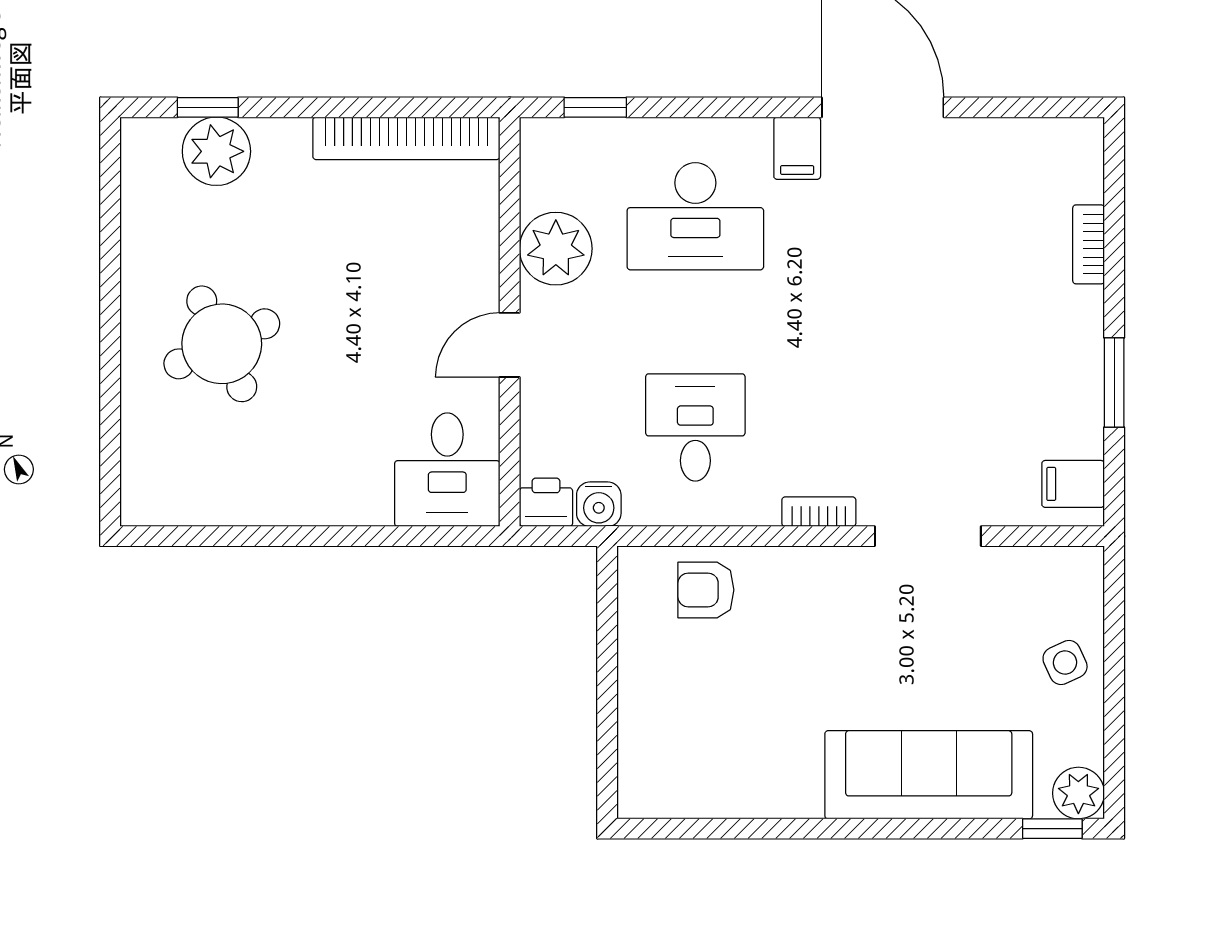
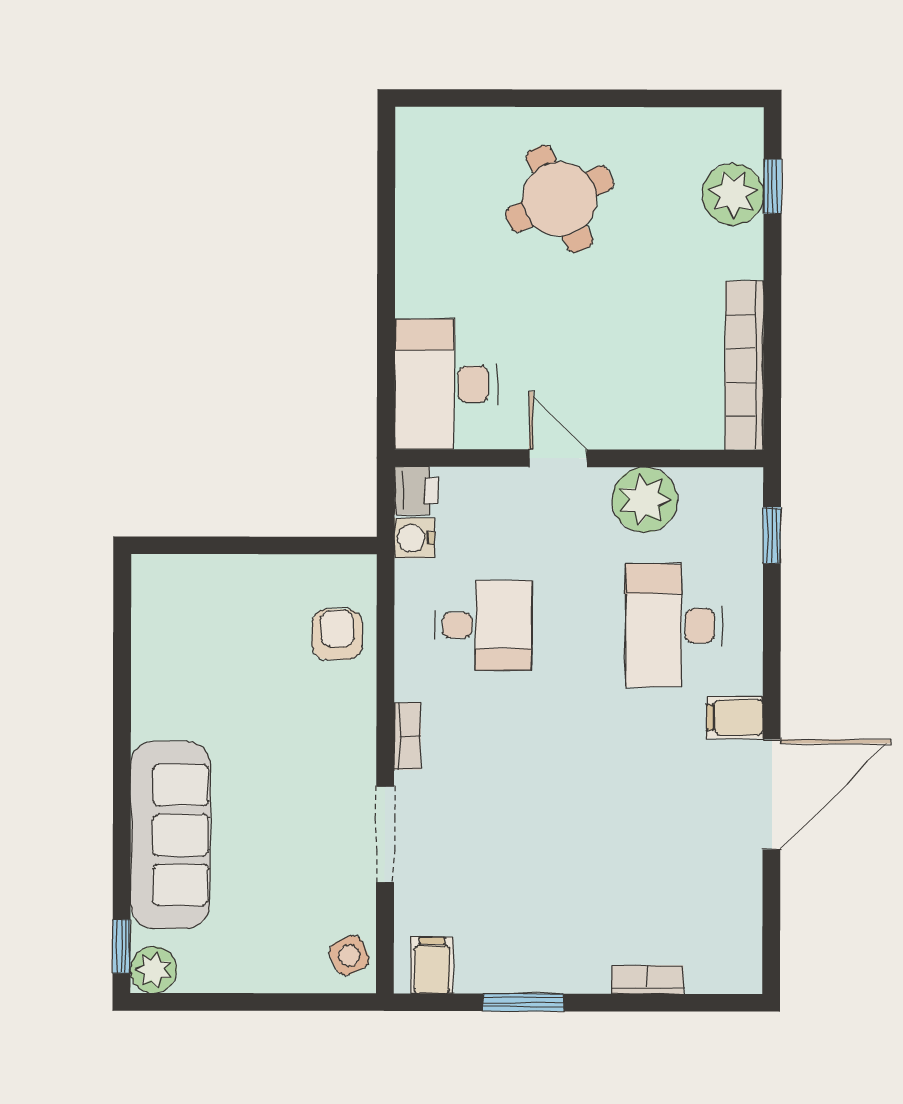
desk: (447, 470) -> (446, 384), width x1.37
side table: (1065, 662) -> (349, 955), moved

